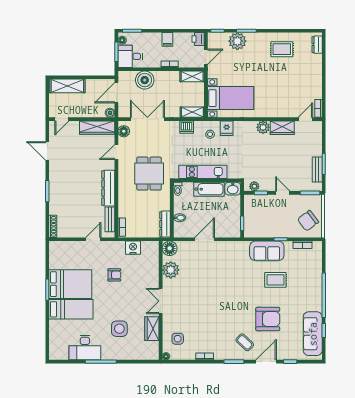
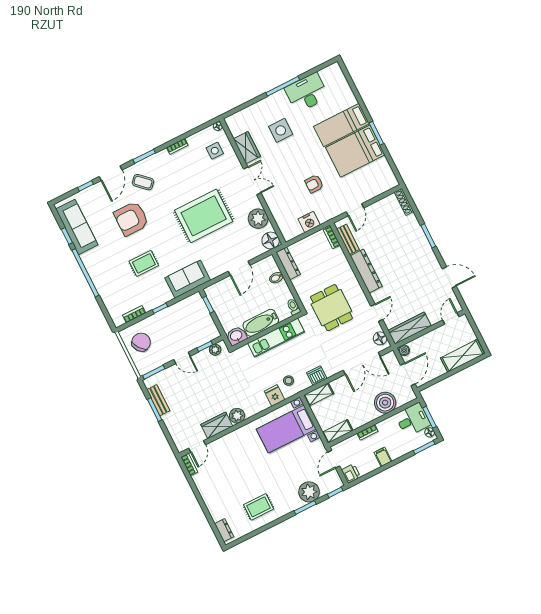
sofa: (267, 251) -> (188, 279), moved
rug: (211, 293) -> (204, 216), added

